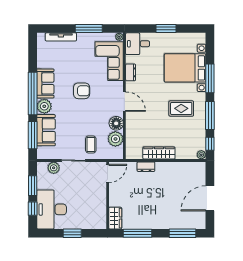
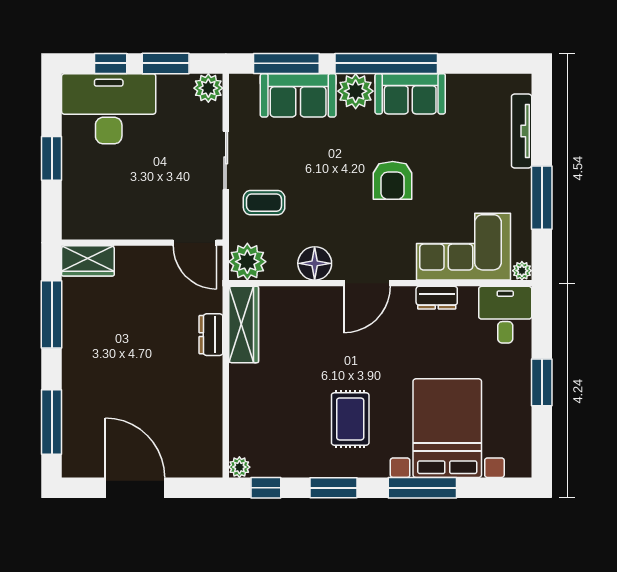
window: (210, 115) -> (334, 488), width x0.69
plant: (115, 139) -> (247, 262), moved
wardrobe: (159, 153) -> (244, 325), moved
plant: (54, 168) -> (208, 88), moved

